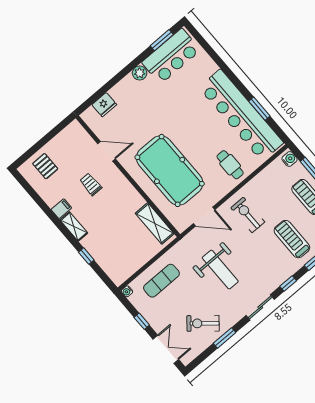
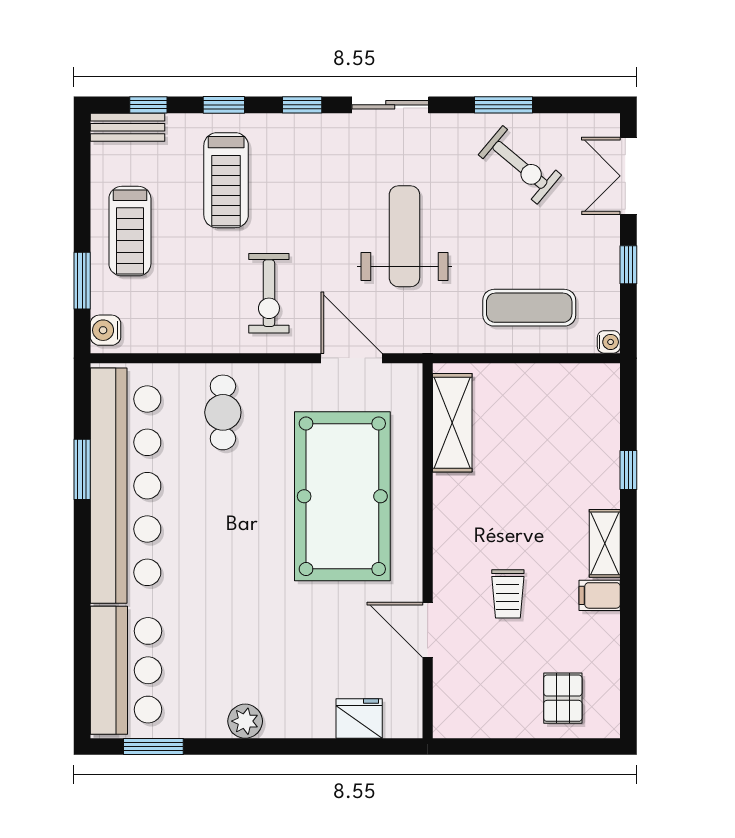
bar counter: (171, 56) -> (126, 670), moved, turned 90

